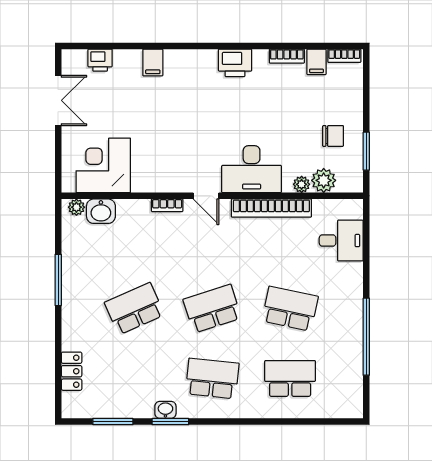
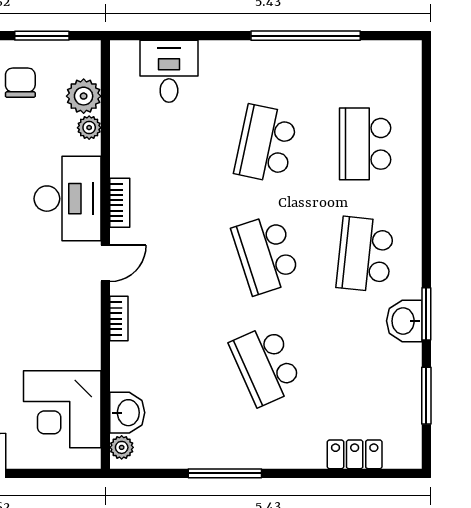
bookcase: (271, 208) -> (120, 203), width x0.43, depth x0.76
washbasin: (165, 410) -> (404, 321), width x1.38, depth x1.45

